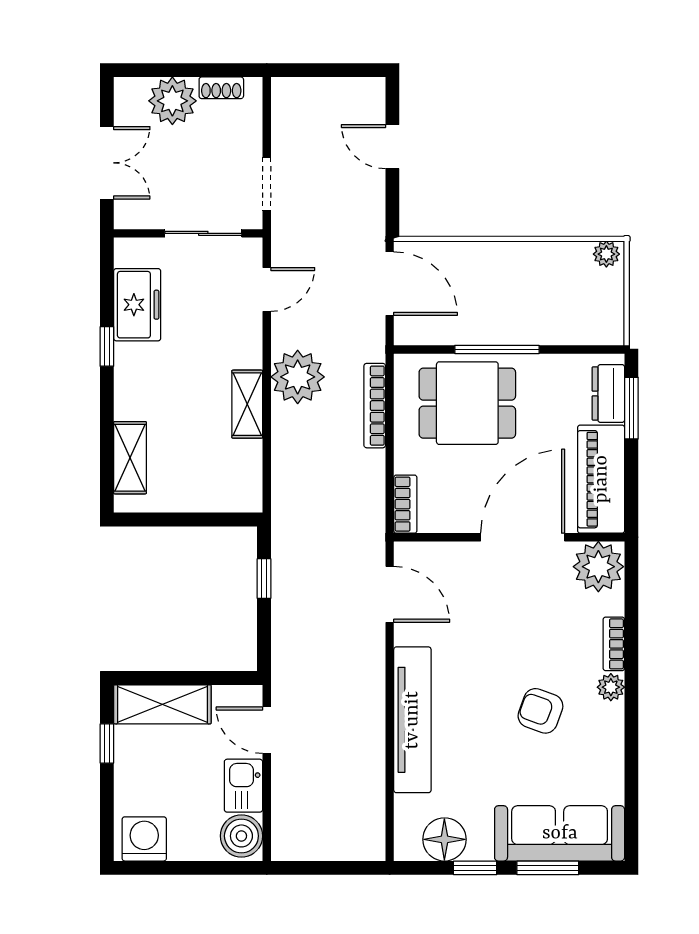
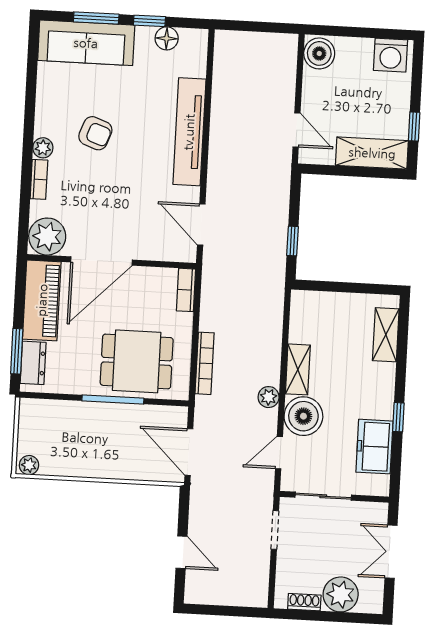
boiler: (236, 341) -> (303, 416), added
plant: (298, 377) -> (269, 397), width x0.53, depth x0.53
kitchen sink: (243, 786) -> (316, 90), removed
floor lamp: (444, 839) -> (167, 38), width x0.73, depth x0.73

